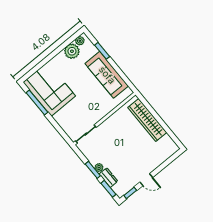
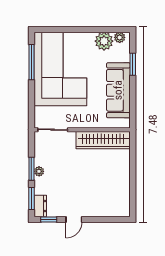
corner sofa: (49, 89) -> (60, 69), width x1.36, depth x1.36
wardrobe: (147, 120) -> (103, 140), moved, turned -90
dresser: (108, 178) -> (40, 206), moved
door: (146, 180) -> (74, 220), hinge flipped

